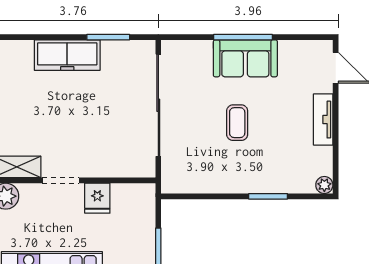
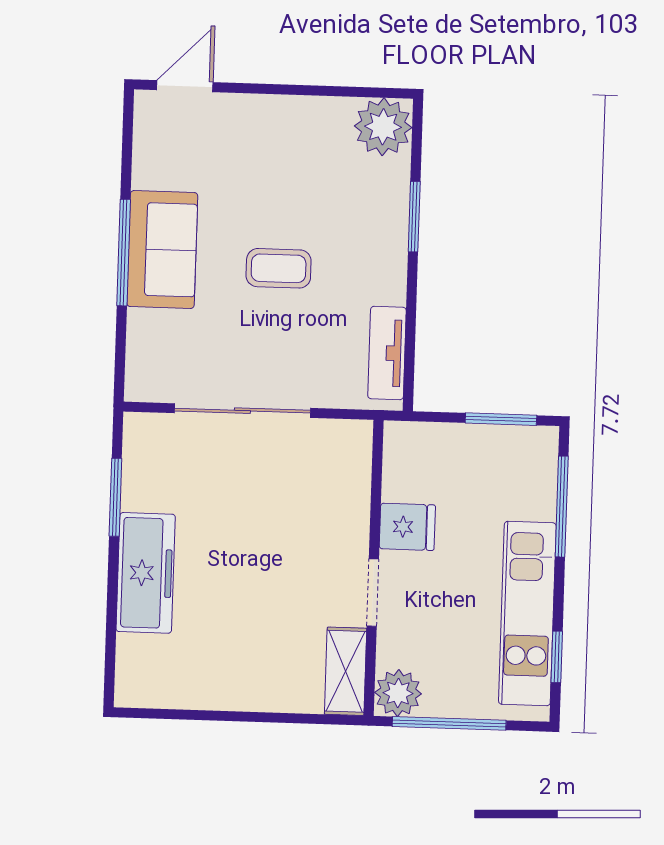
sliding door: (158, 105) -> (242, 411), width x0.73
tv unit: (323, 120) -> (387, 353), moved, turned 90
plant: (324, 185) -> (383, 127), width x1.87, depth x1.87

